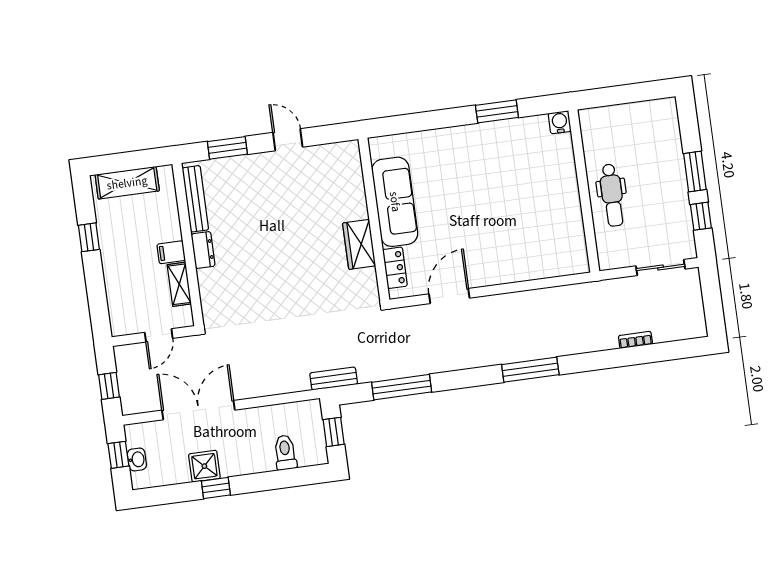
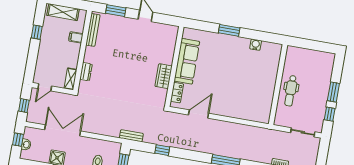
window: (497, 111) -> (229, 30), moved
water cooler: (560, 122) -> (256, 45), moved
dresser: (203, 250) -> (86, 72), moved
filing cabinet: (171, 252) -> (76, 37), moved
shelving: (179, 284) -> (71, 79), moved
door: (159, 335) -> (45, 87), moved
window: (402, 387) -> (162, 150), width x0.46

